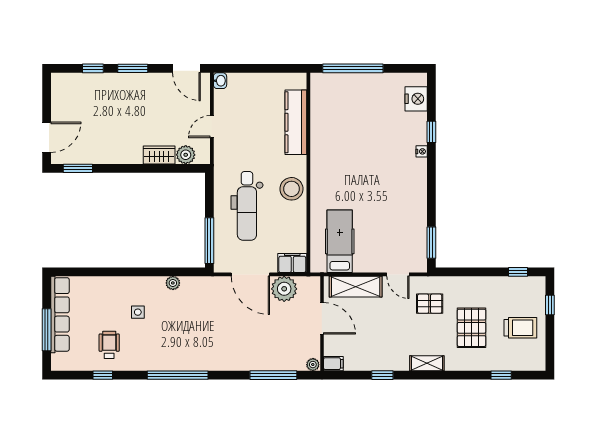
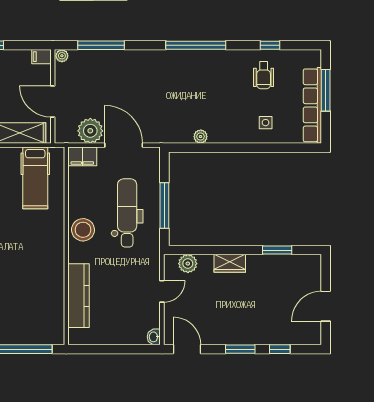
door: (47, 137) -> (326, 306), moved
wardrobe: (159, 155) -> (230, 263), moved
window: (78, 168) -> (277, 250), moved
window: (209, 241) -> (164, 206), moved
side table: (138, 312) -> (266, 123), moved

